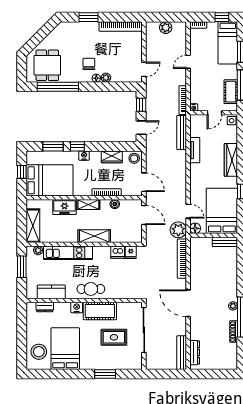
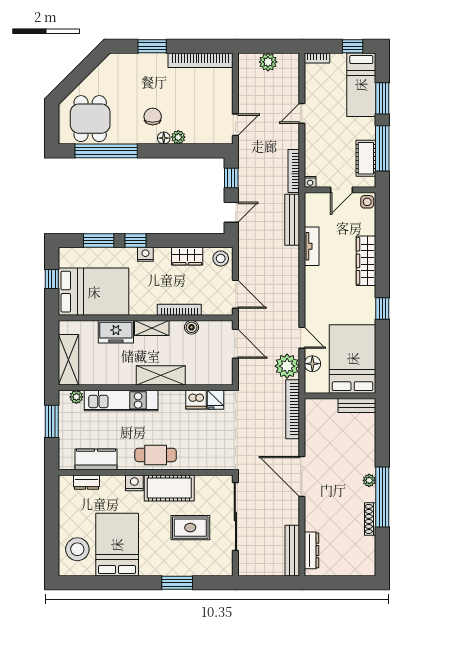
bed: (222, 211) -> (353, 359), moved
wall: (214, 235) -> (340, 396), moved
bench: (225, 242) -> (357, 406), moved

